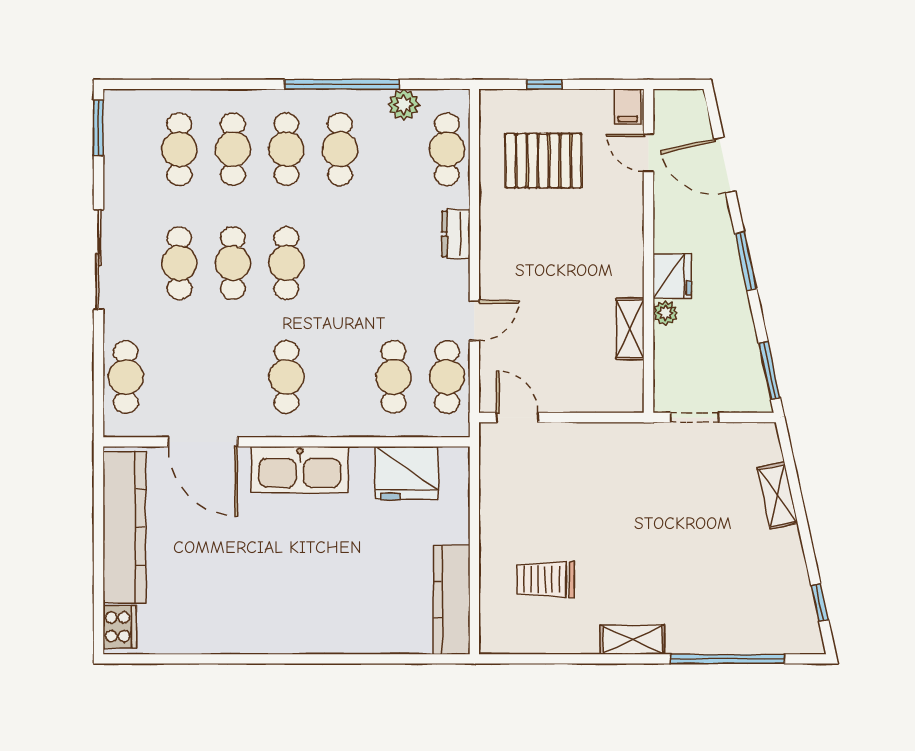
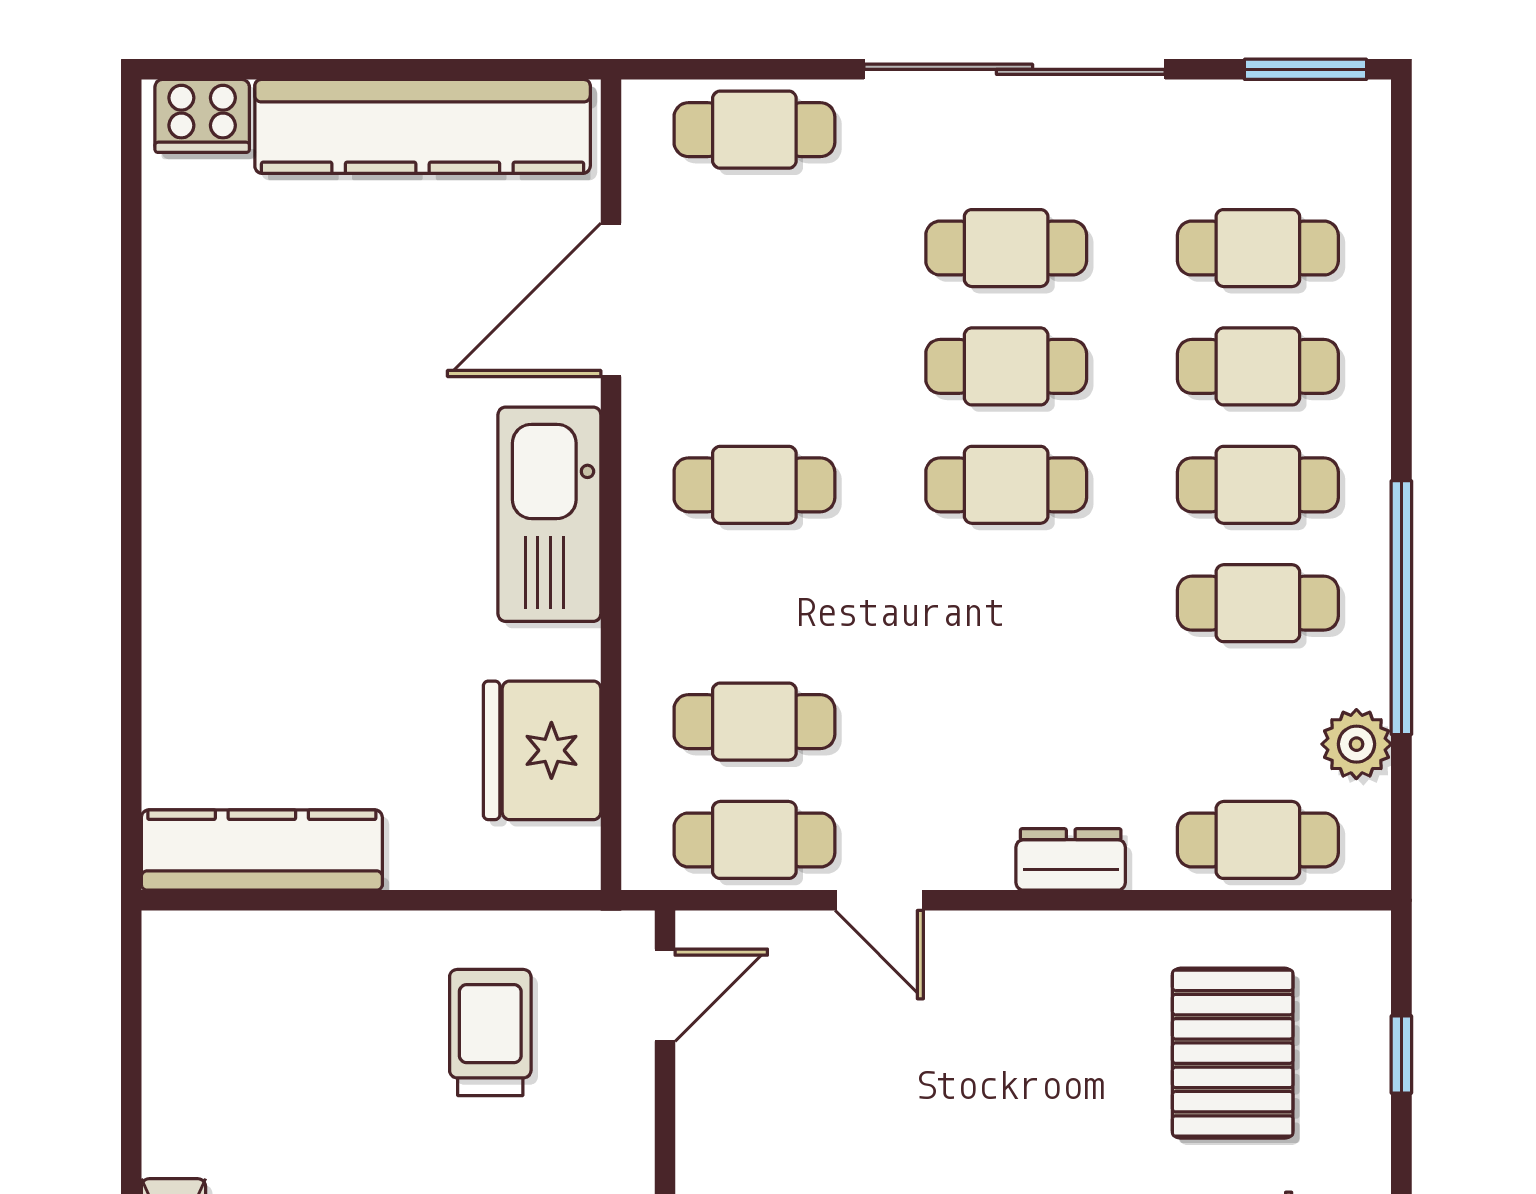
sliding door: (99, 259) -> (1015, 69), width x1.36
trolley: (545, 579) -> (490, 1032), moved

